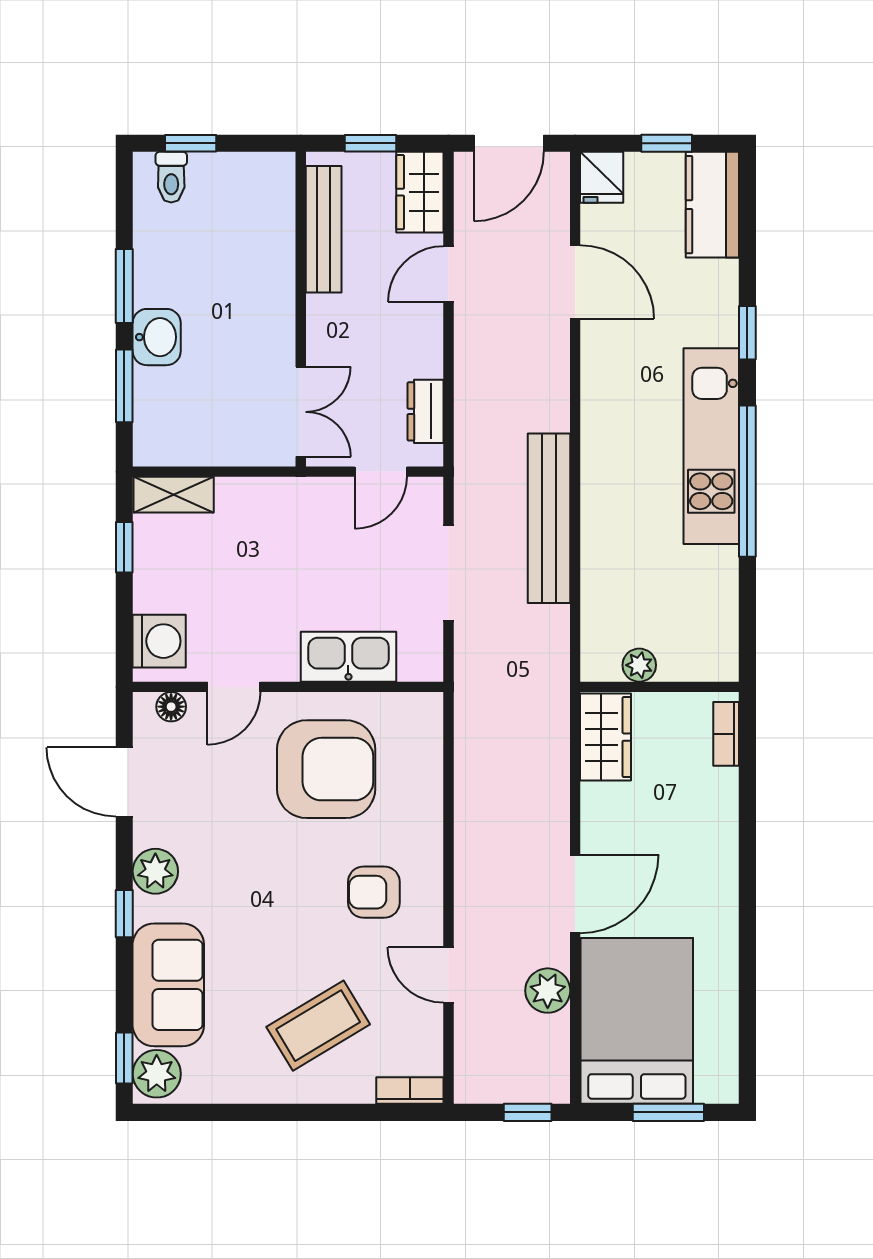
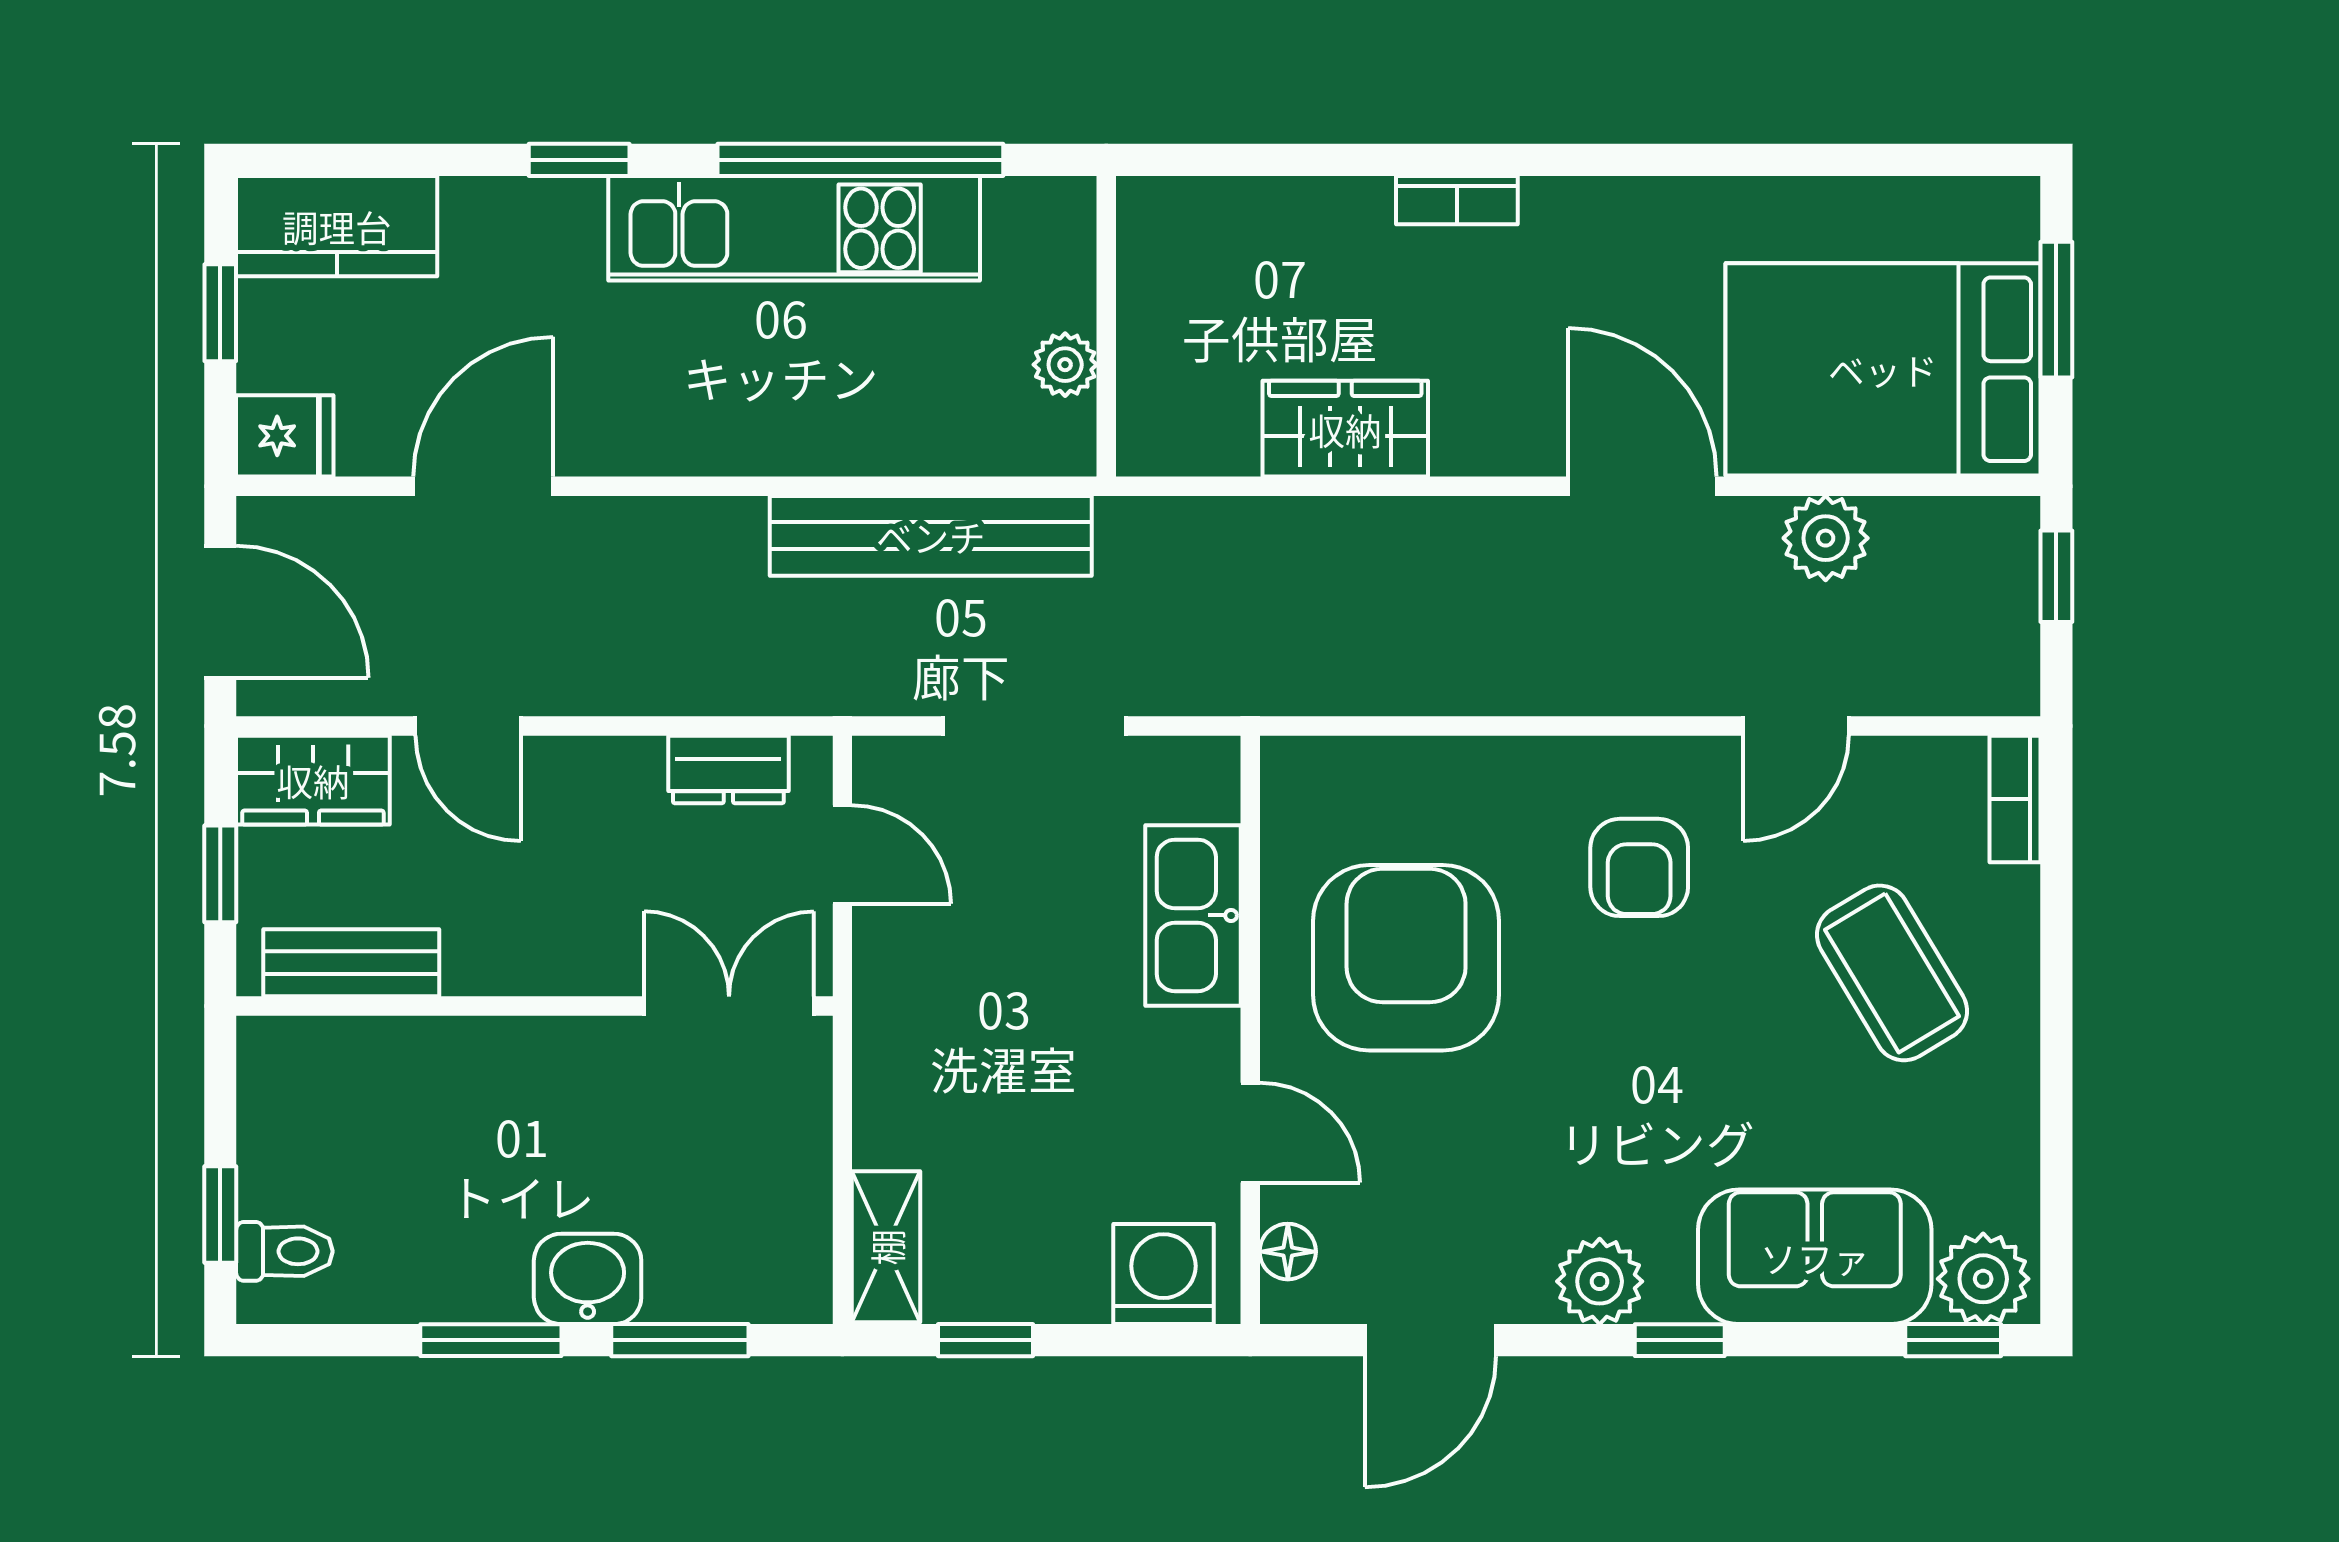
bench: (324, 229) -> (351, 963), width x0.73
plant: (639, 665) -> (1065, 365), moved
wall: (660, 687) -> (1106, 326), moved
bookcase: (726, 734) -> (1457, 200), moved

